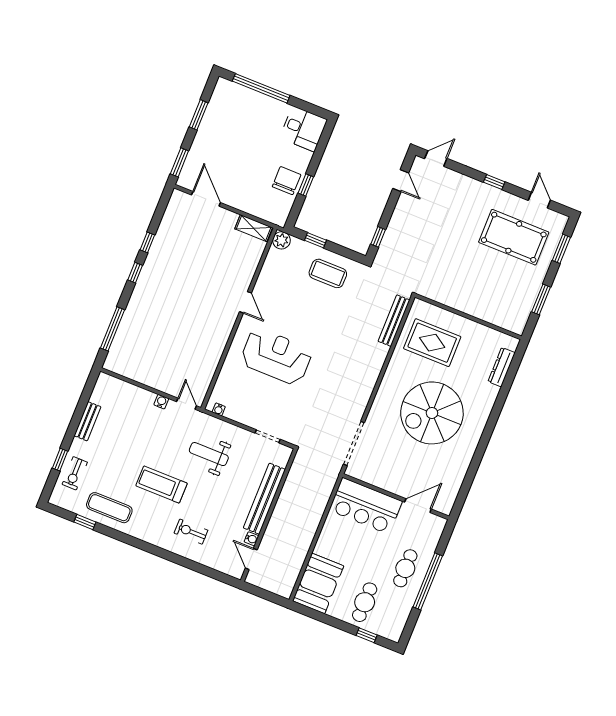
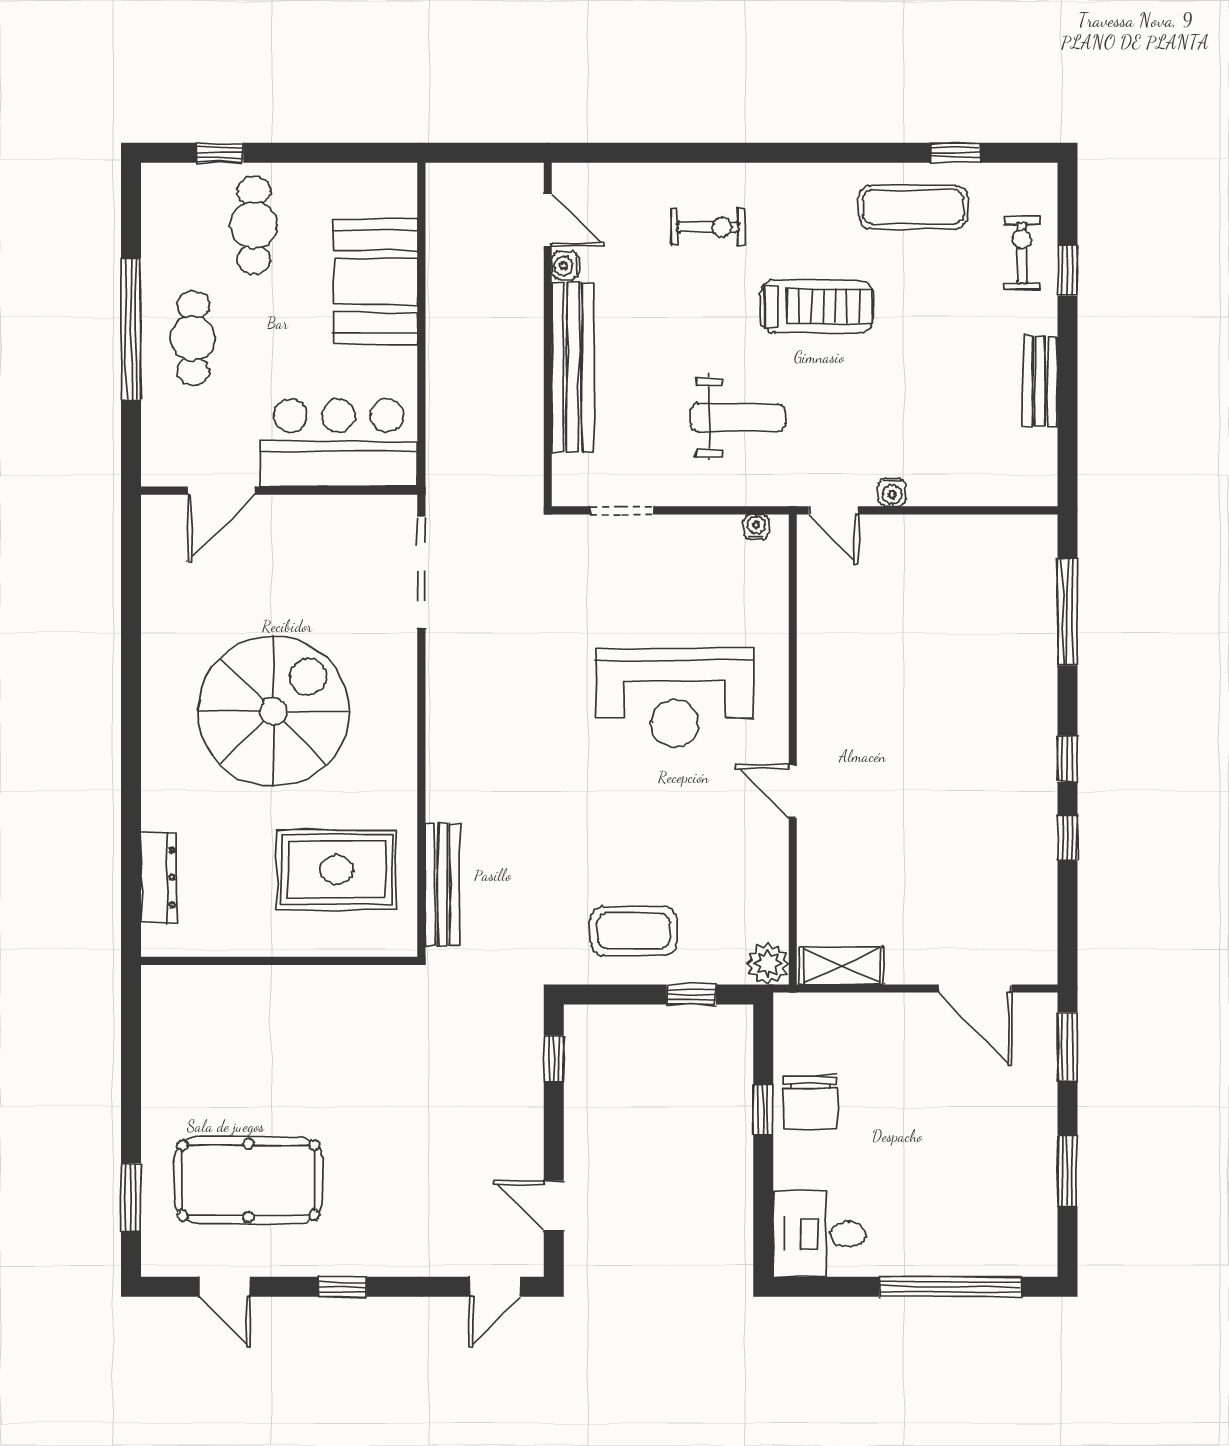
window: (541, 299) -> (131, 1065), removed
booth: (318, 583) -> (375, 282), moved

